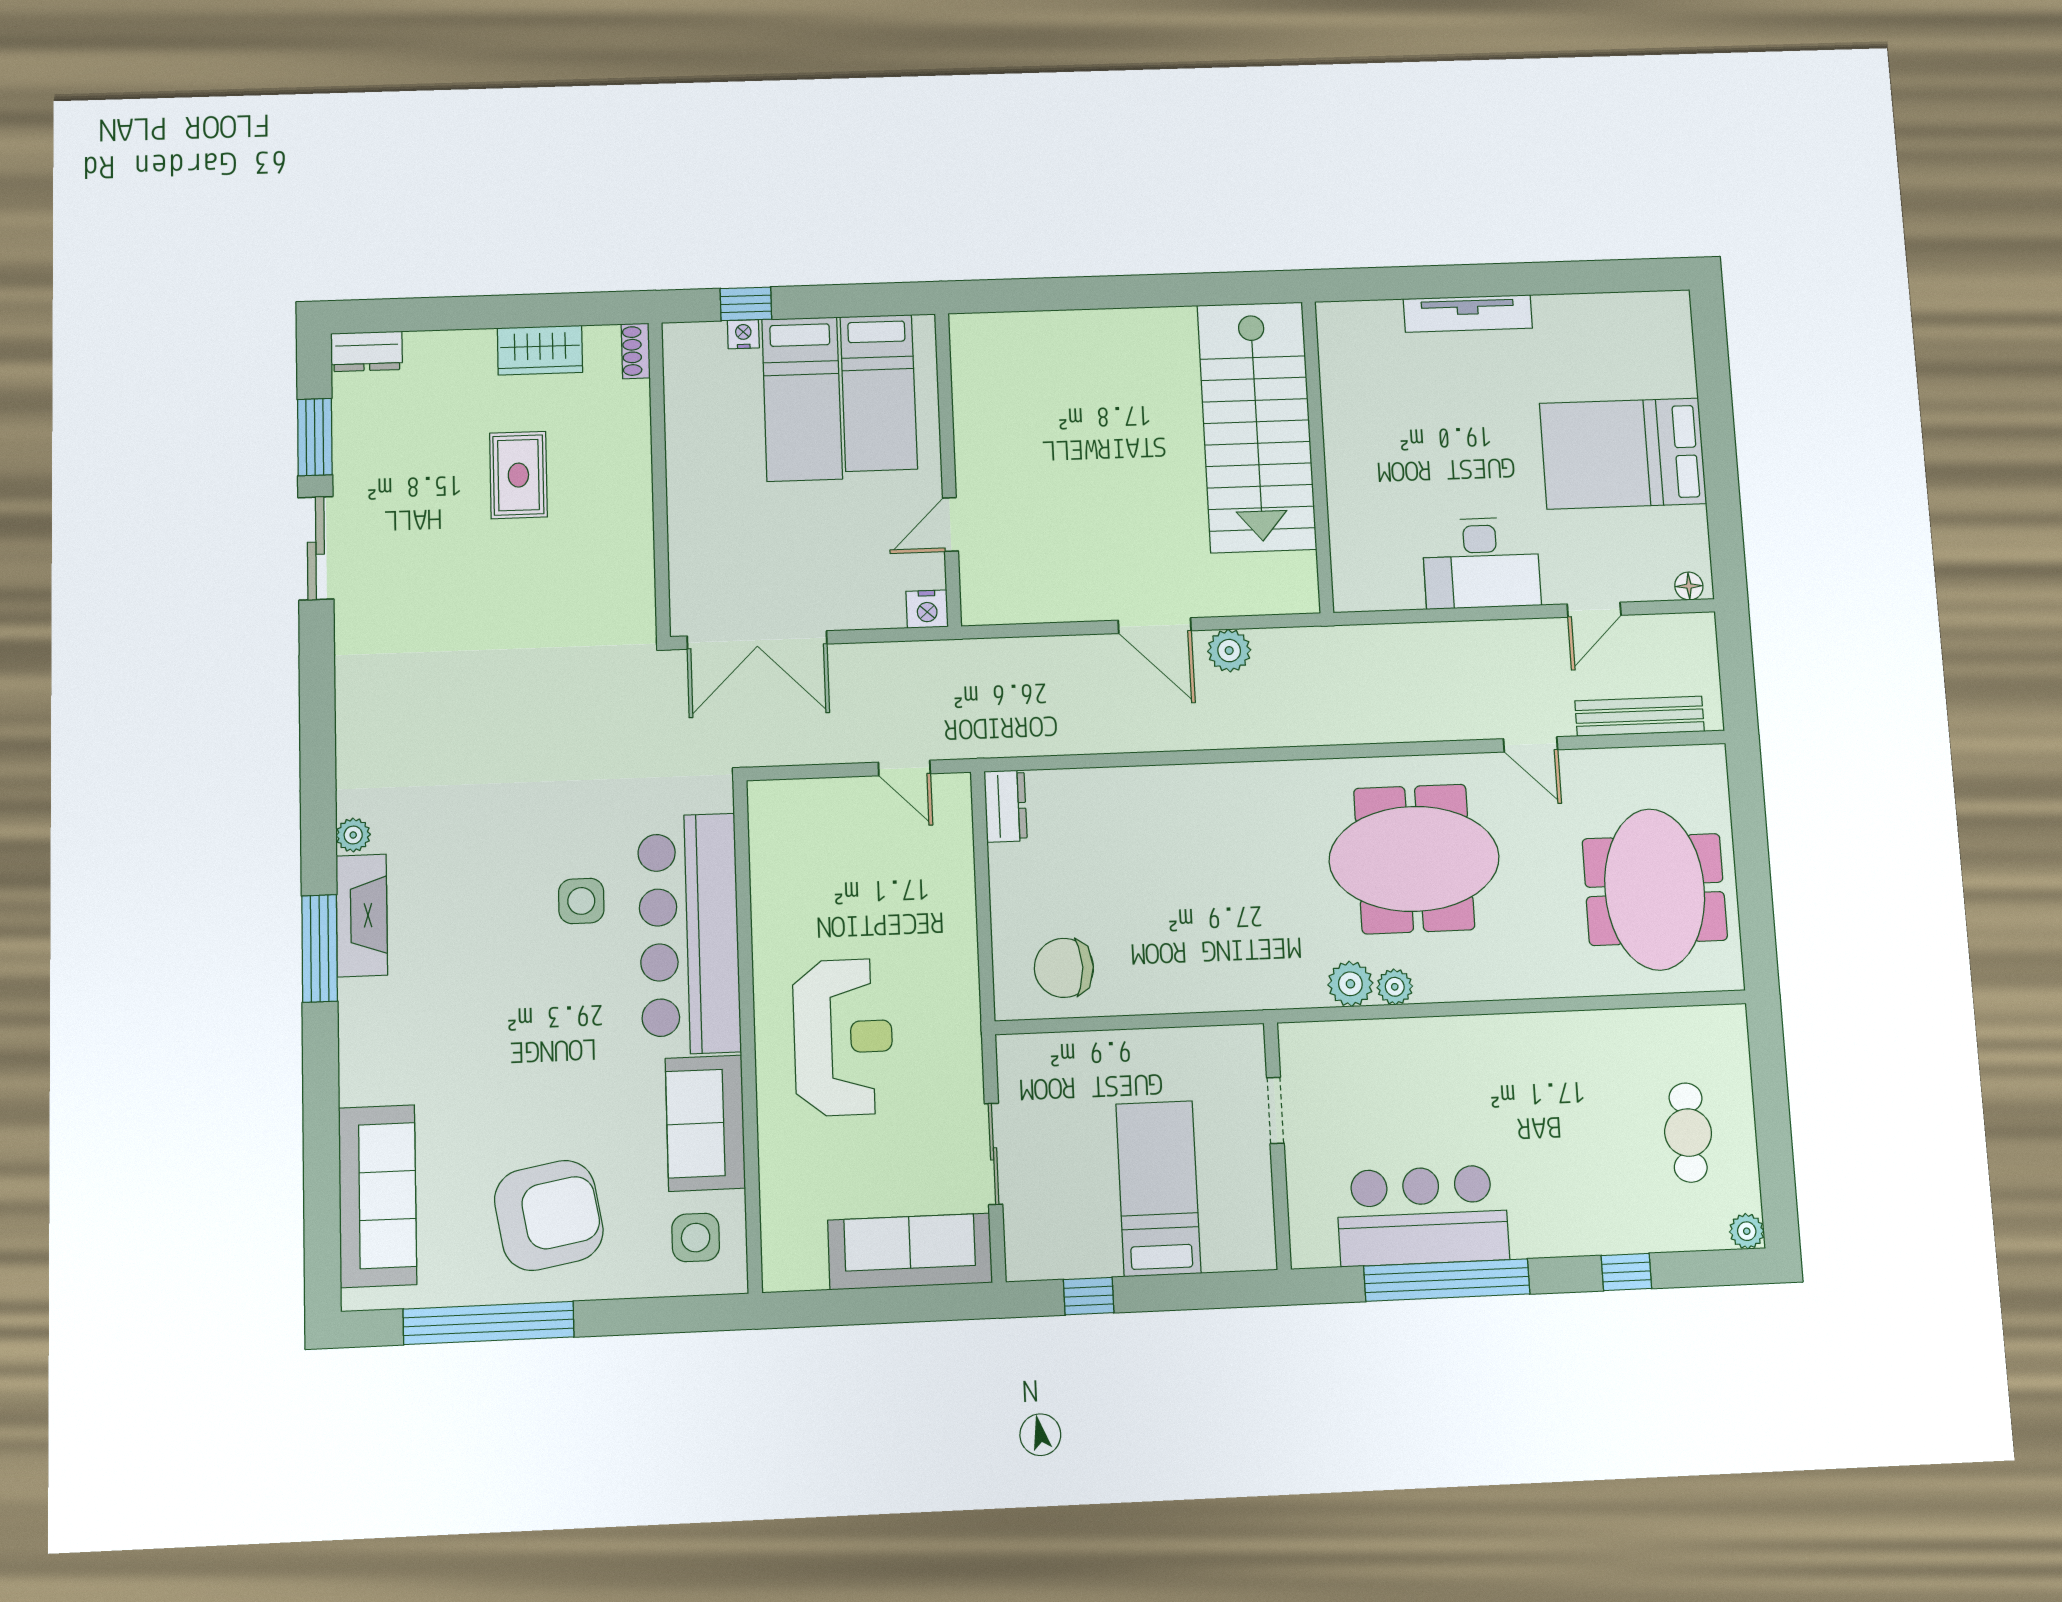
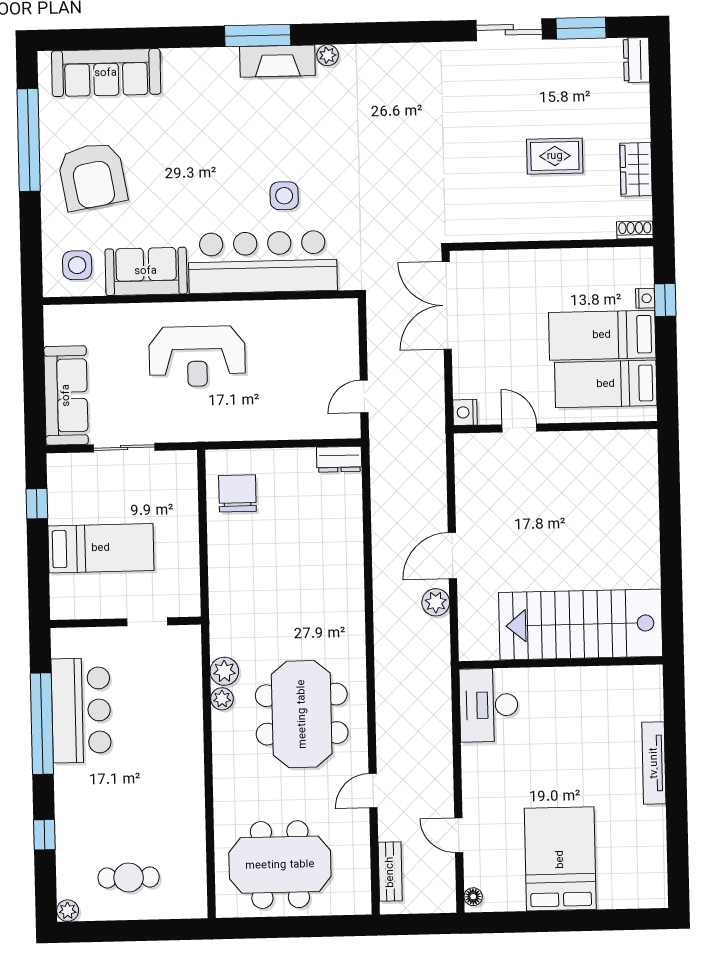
desk: (1481, 563) -> (489, 705), moved
bench: (1640, 716) -> (390, 872), width x0.73

